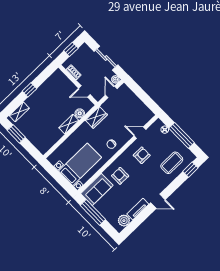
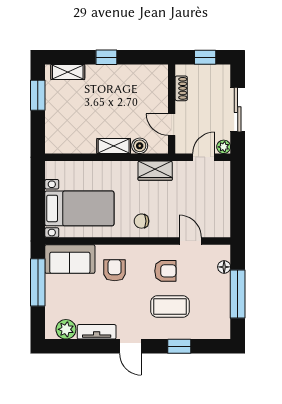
coffee table: (172, 163) -> (170, 307), moved
window: (190, 170) -> (179, 346), moved

